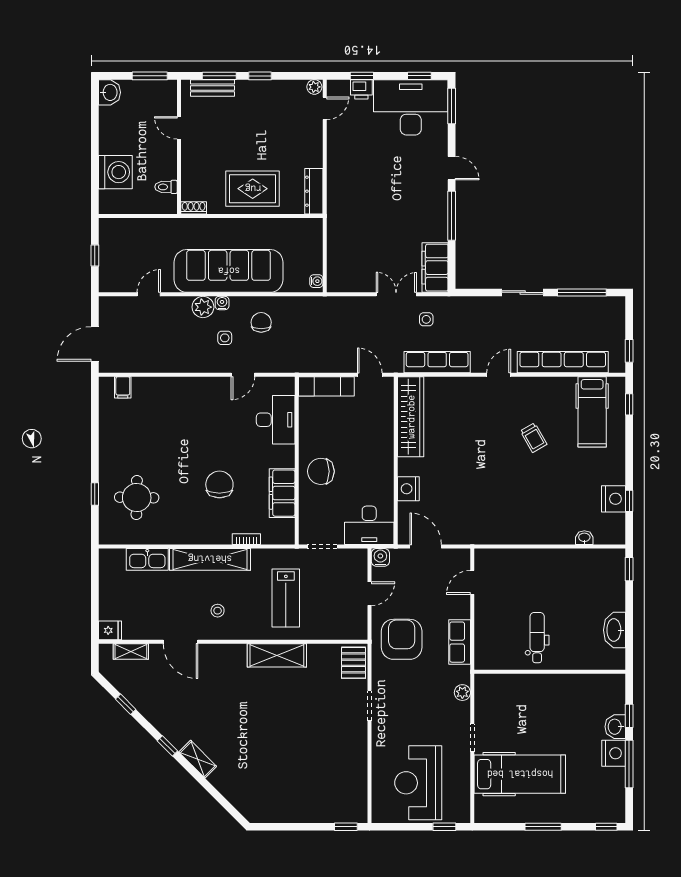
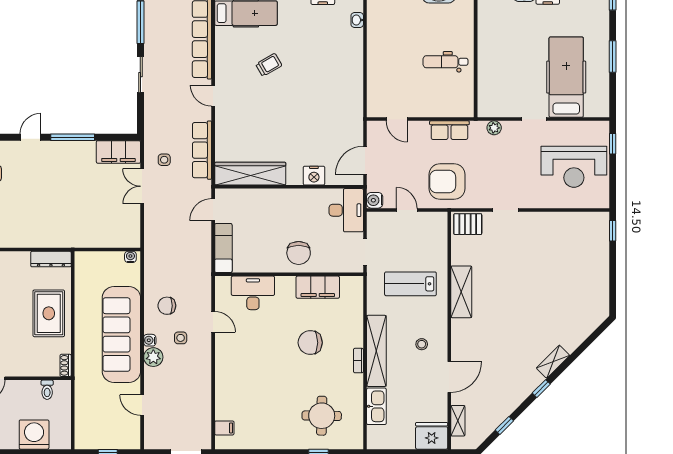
bookcase: (246, 539) -> (358, 361), moved
lab bench: (286, 598) -> (410, 284), turned 180
fridge: (110, 630) -> (432, 436), width x1.88, depth x1.34

